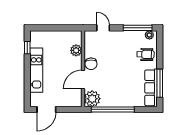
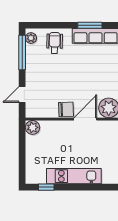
plant: (76, 50) -> (33, 127), moved
door: (83, 79) -> (85, 119), swing flipped
window: (160, 83) -> (90, 25), width x0.69

